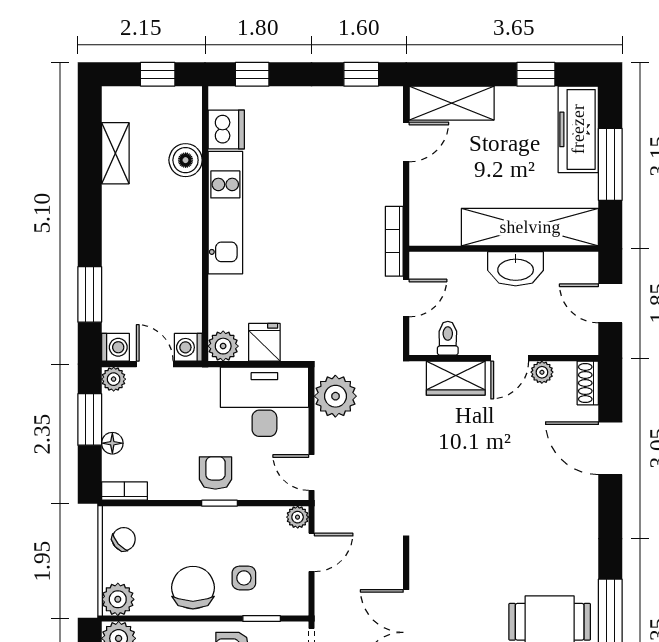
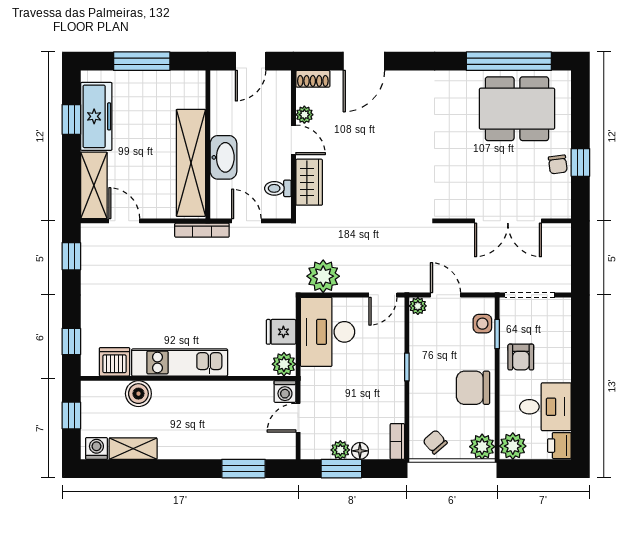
freezer: (578, 129) -> (96, 116), moved, turned -90
shelving: (530, 227) -> (191, 163), moved
washbasin: (516, 269) -> (223, 157), moved
washing machine: (115, 347) -> (96, 448), moved
plant: (114, 379) -> (340, 450), moved
armchair: (215, 473) -> (383, 370), removed
side table: (244, 578) -> (482, 324), moved

